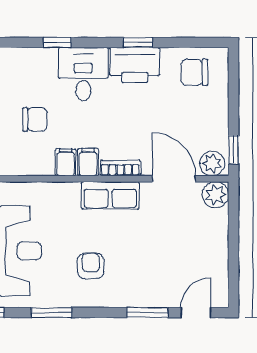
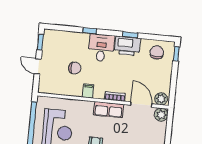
chair: (194, 72) -> (157, 52), turned 90
window: (233, 150) -> (176, 54), moved
filing cabinet: (88, 162) -> (99, 92), removed

